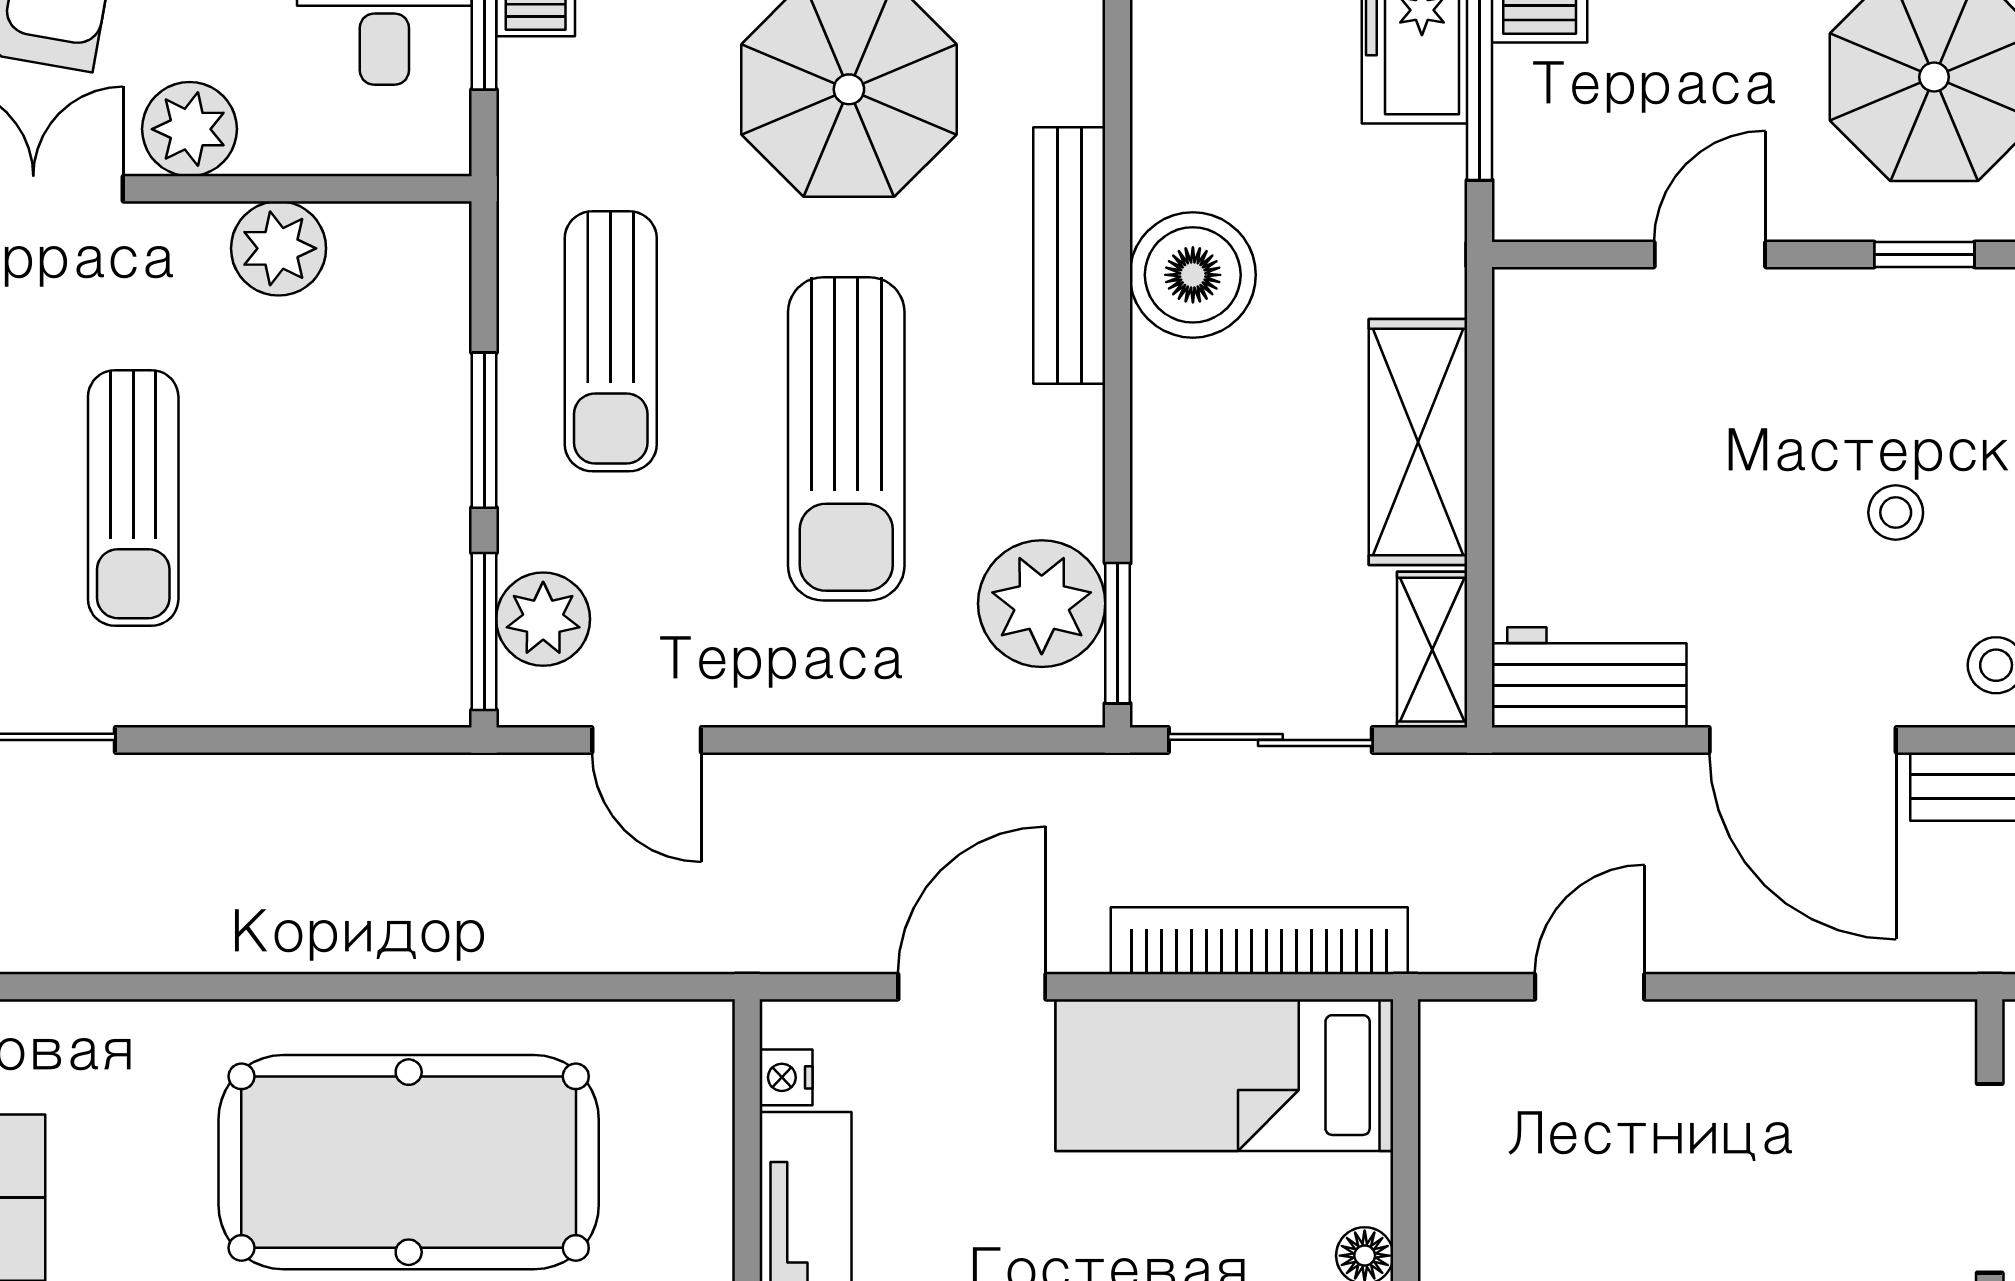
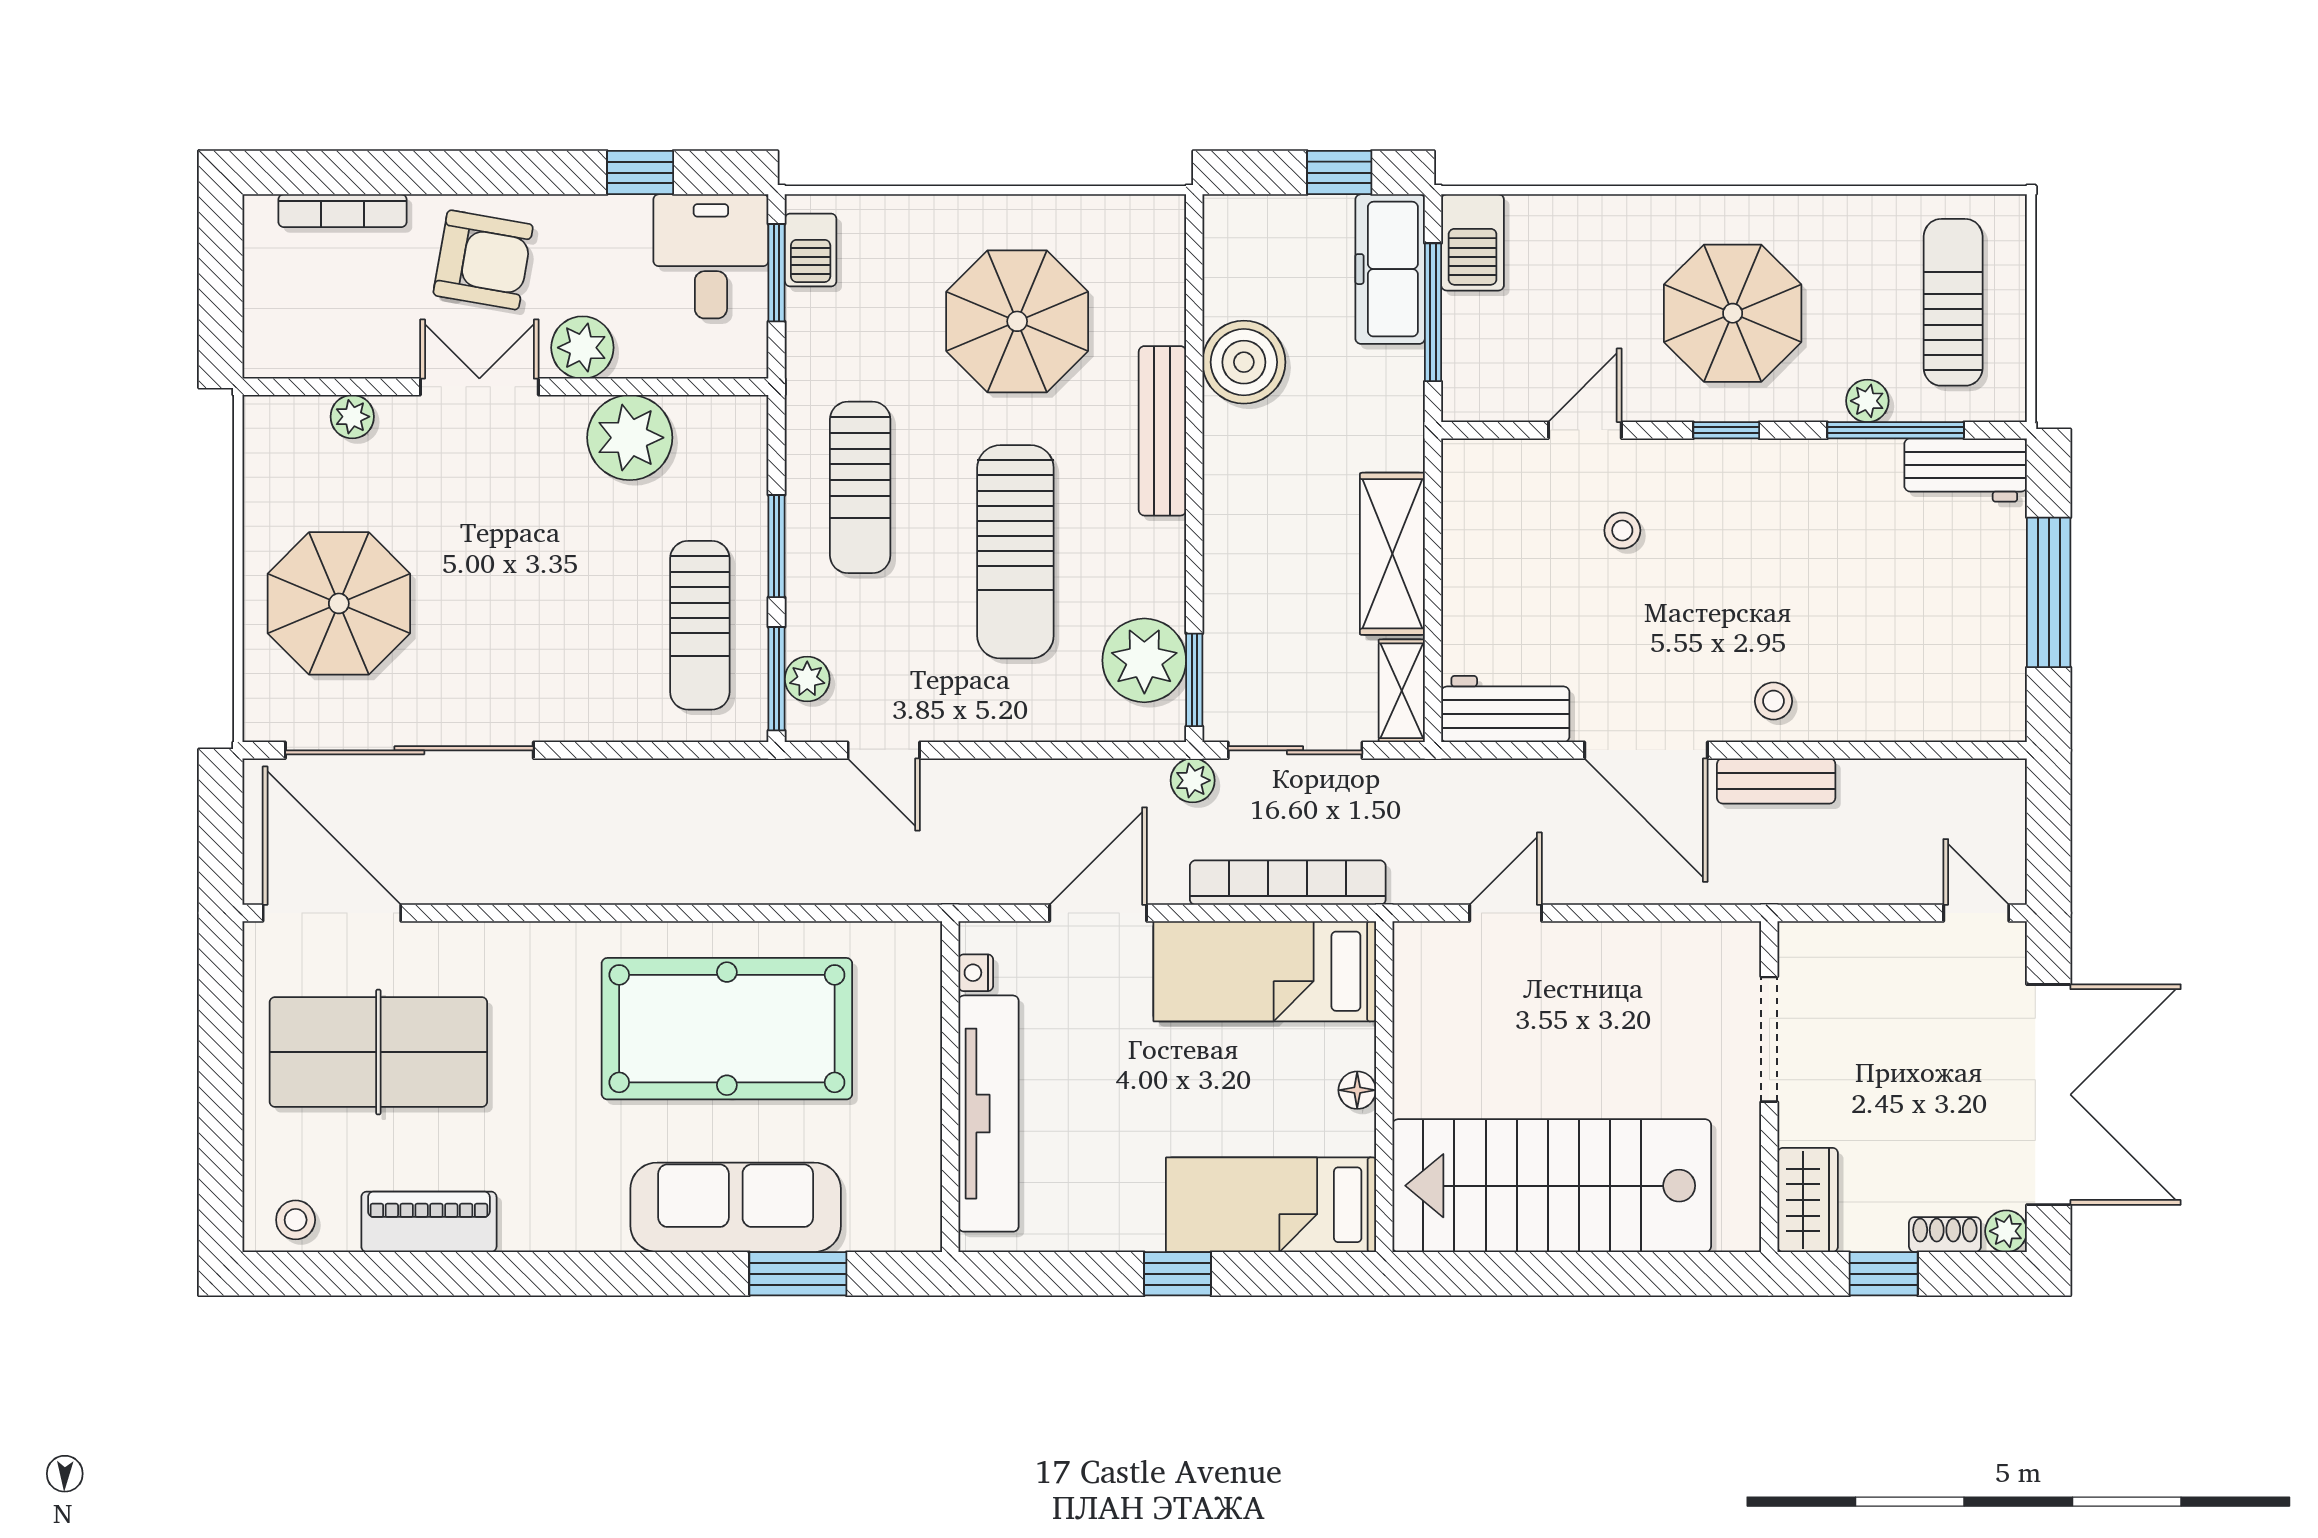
plant: (279, 248) -> (630, 438), width x1.36, depth x1.36
boiler: (1193, 275) -> (1244, 362), moved
sun lounger: (133, 498) -> (700, 625), moved
stool: (1896, 513) -> (1622, 530), moved
plant: (543, 619) -> (807, 679), width x0.73, depth x0.73
plant: (1115, 786) -> (1193, 780), added

